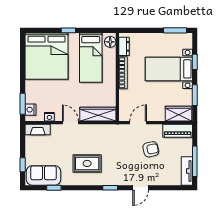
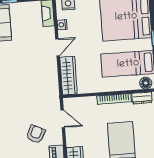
armchair: (151, 149) -> (36, 134), turned -141
rug: (87, 163) -> (16, 68), removed

